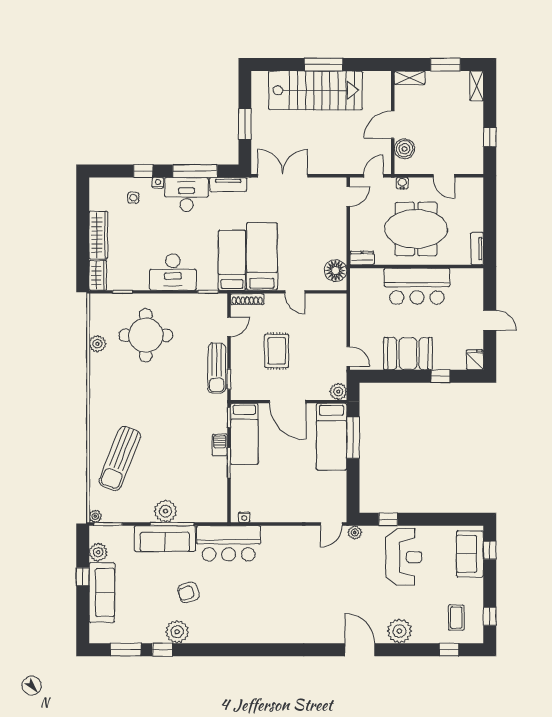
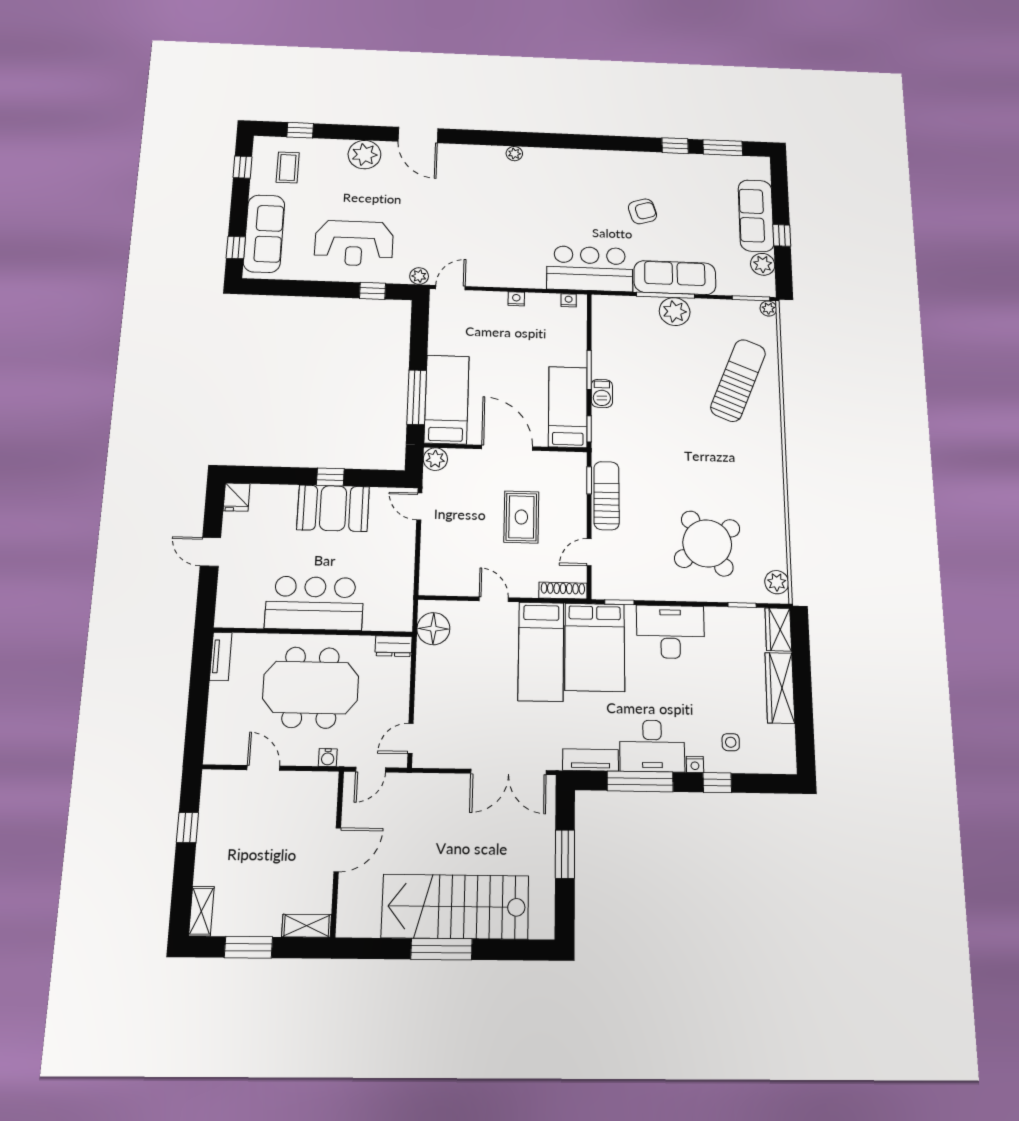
boiler: (404, 149) -> (321, 811), removed
bed: (232, 260) -> (595, 647), width x1.50
round table: (146, 335) -> (707, 543), turned -34
plant: (97, 344) -> (777, 582), moved
window: (440, 376) -> (330, 477), moved
nightstand: (283, 517) -> (516, 299), added
sofa: (470, 554) -> (264, 234), width x1.36
reception desk: (404, 557) -> (354, 243), turned -90
plant: (177, 632) -> (514, 154), moved, width x0.53, depth x0.53

